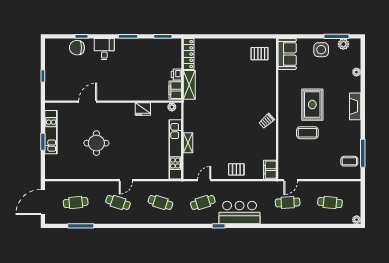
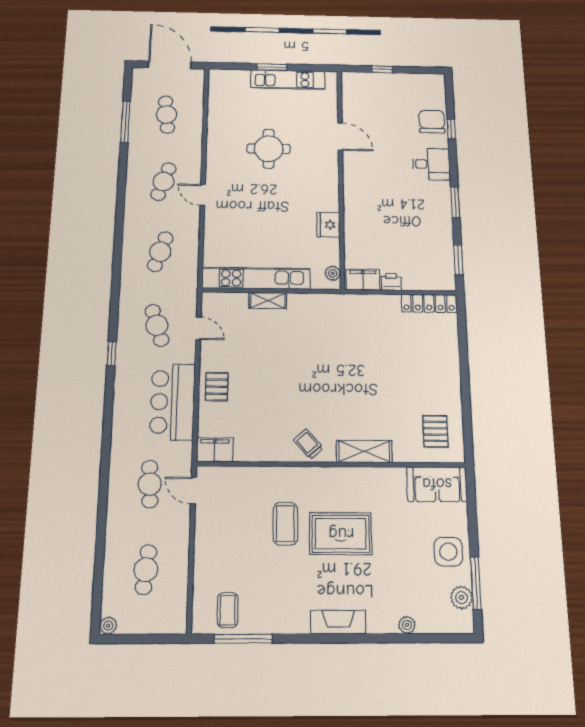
shelving: (189, 85) -> (364, 452), moved
bar counter: (240, 213) -> (173, 402), moved, turned 180

